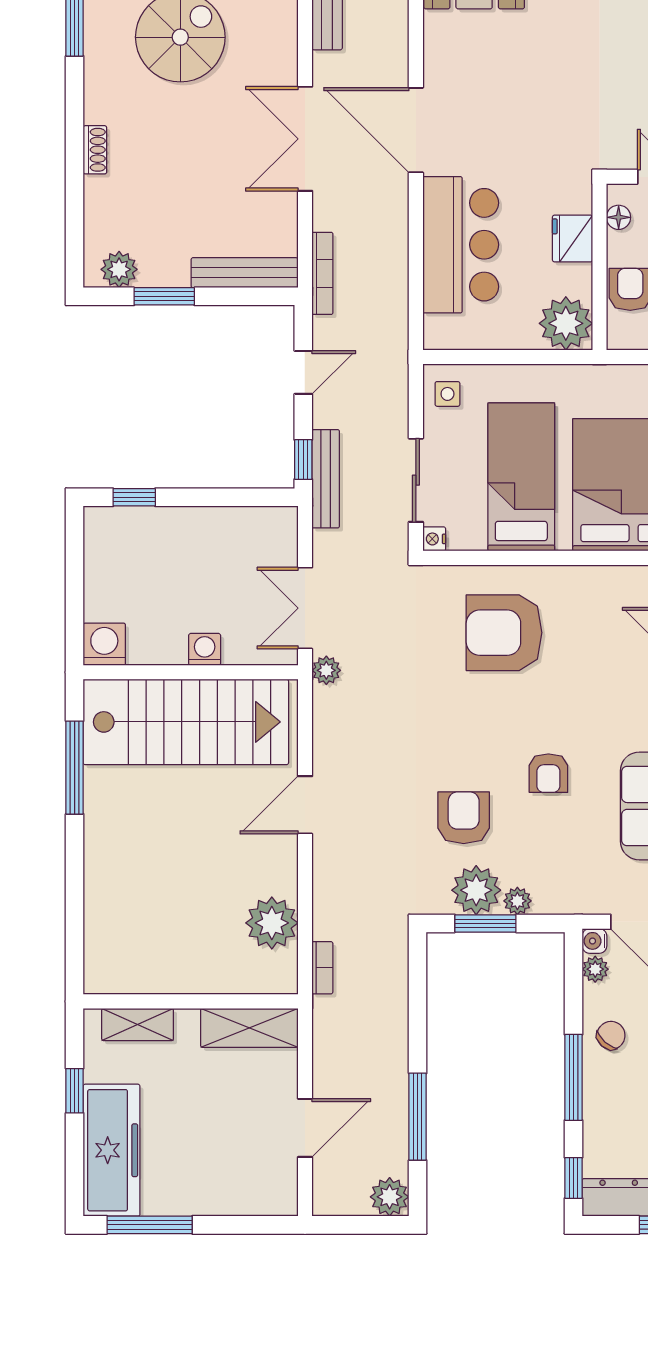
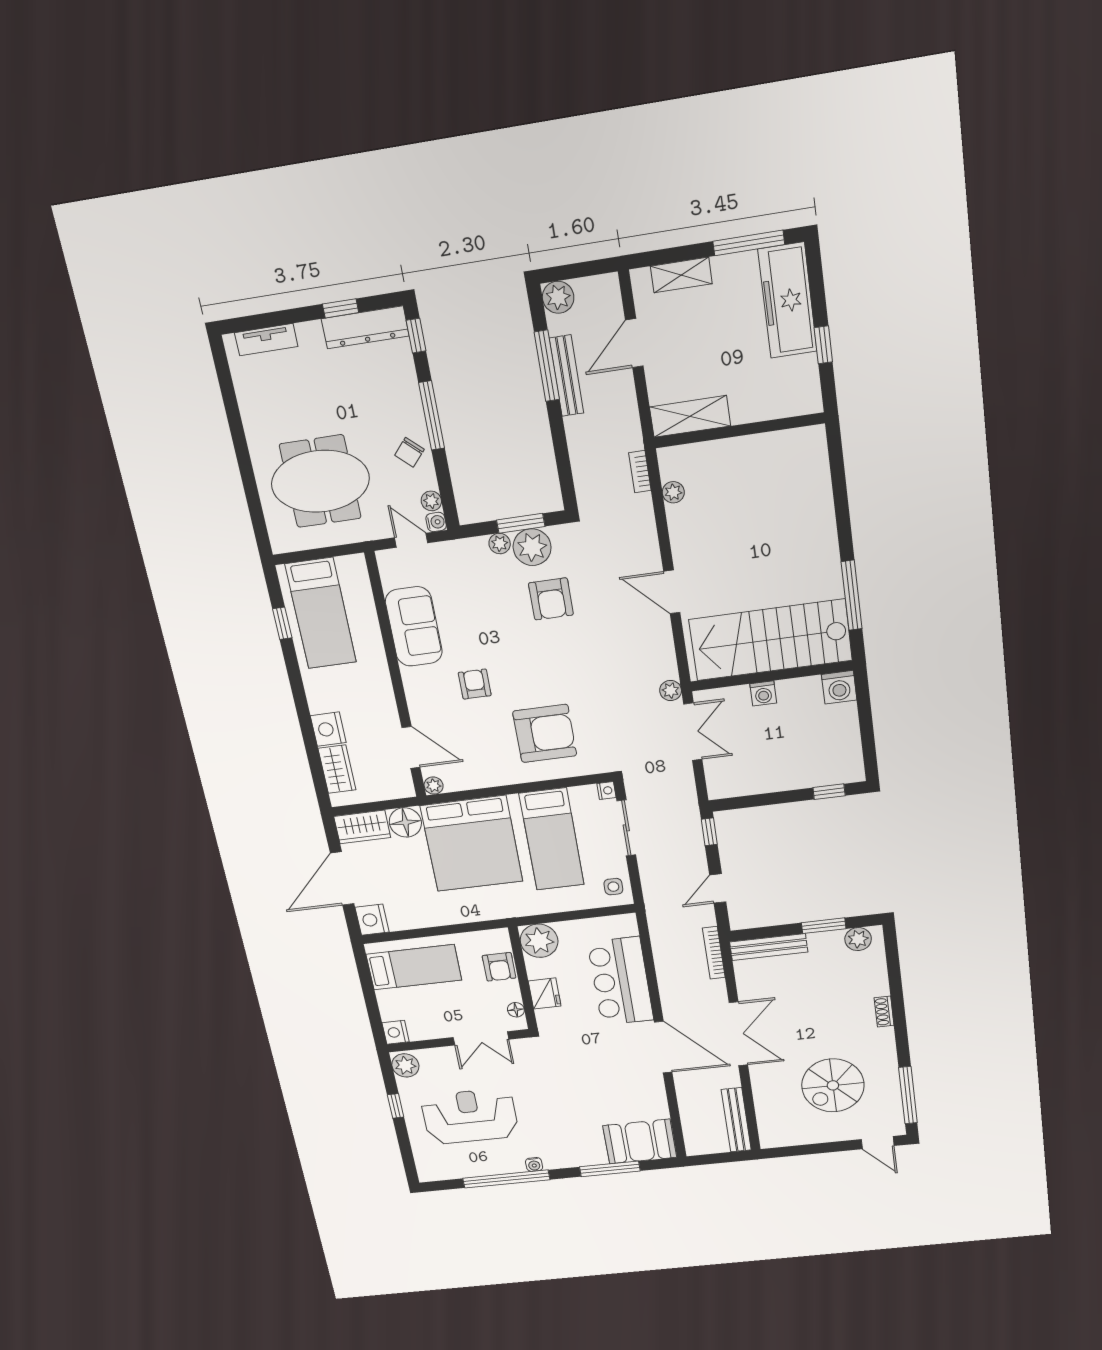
bench: (326, 479) -> (566, 376), moved
armchair: (548, 773) -> (475, 684), moved
door: (305, 805) -> (672, 592), swing flipped
plant: (272, 923) -> (673, 492), width x0.53, depth x0.53
shelving: (138, 1024) -> (681, 275), moved

